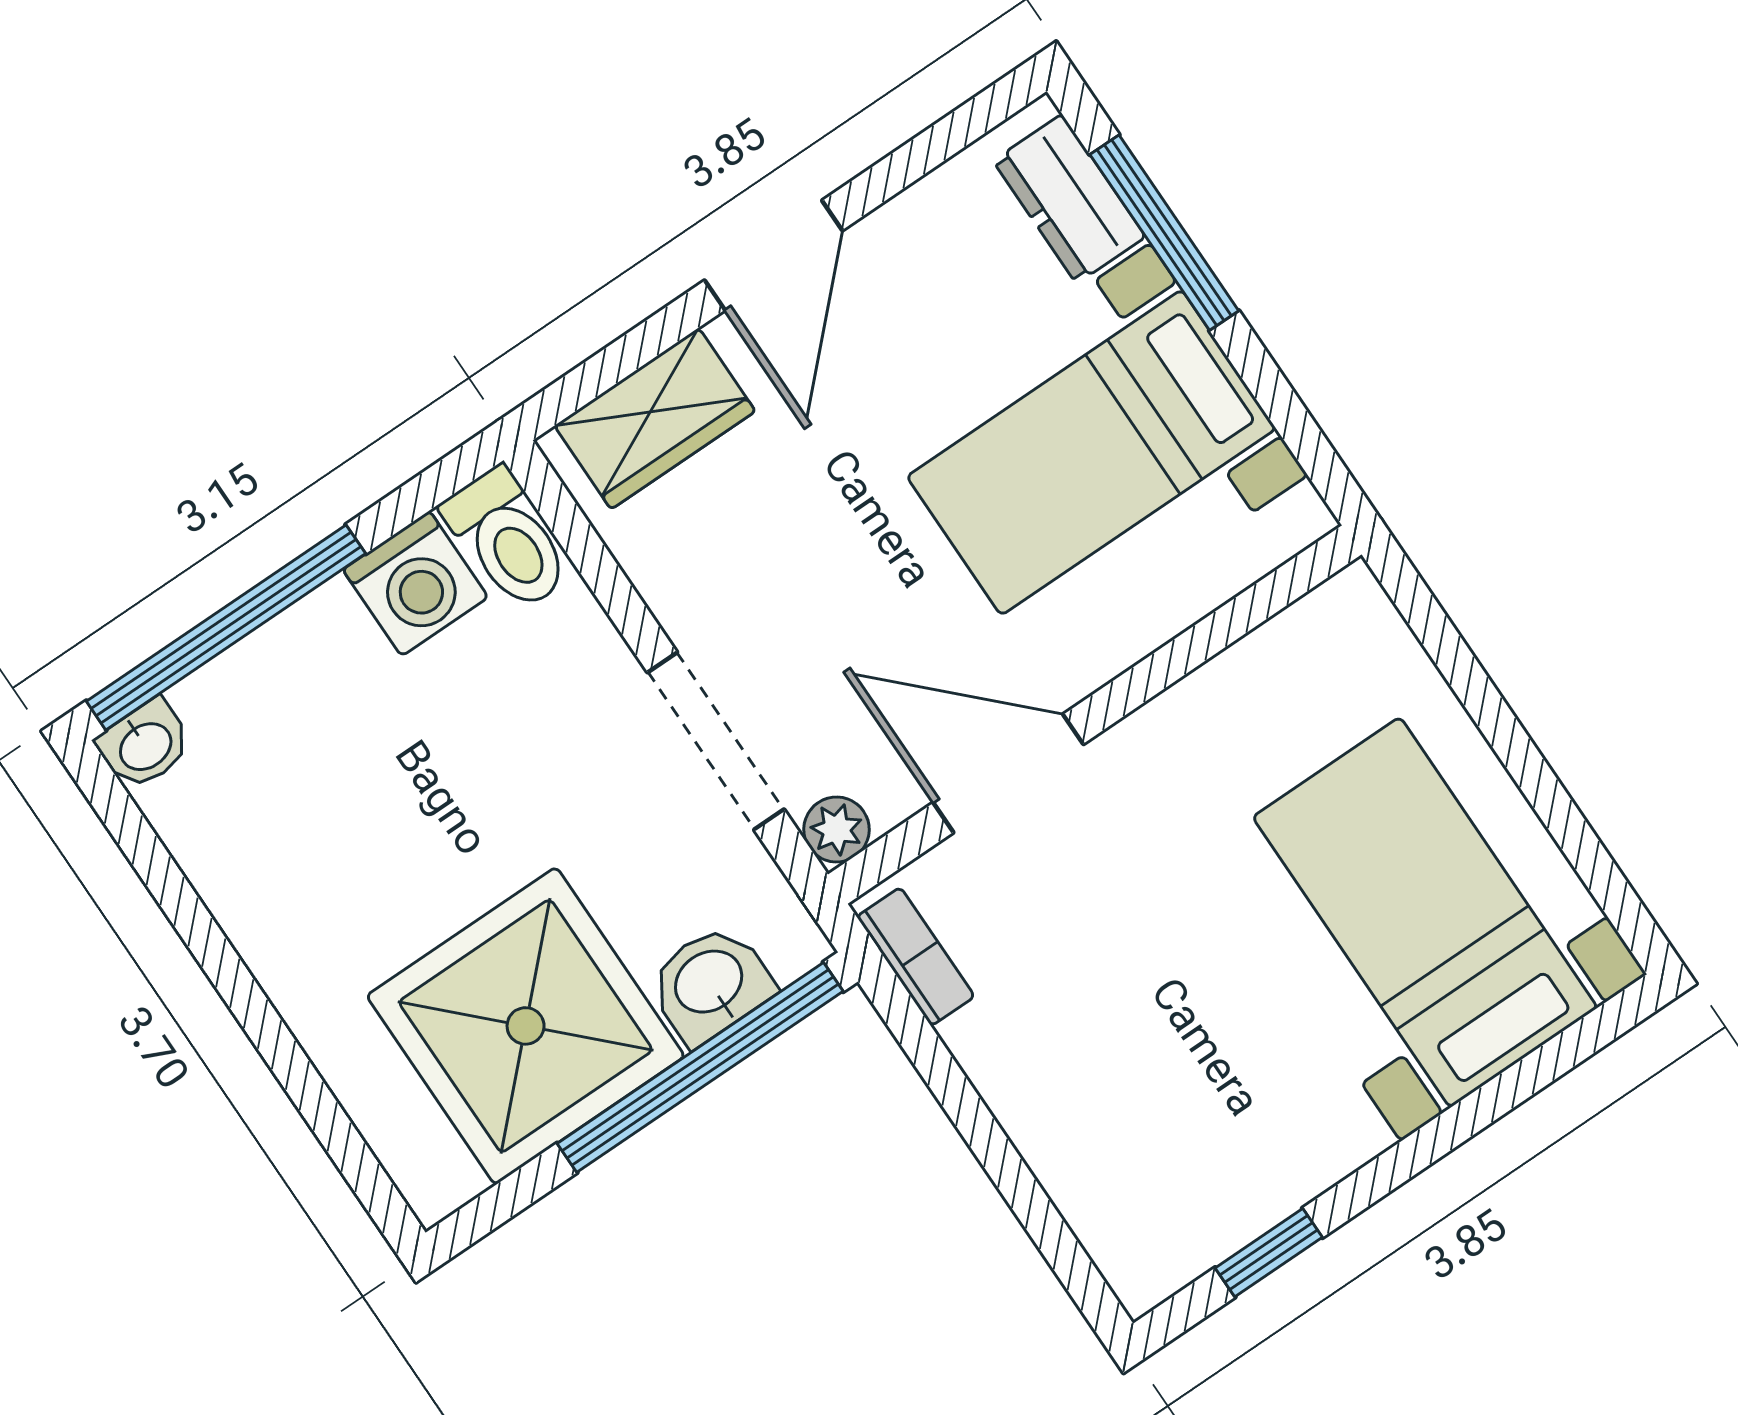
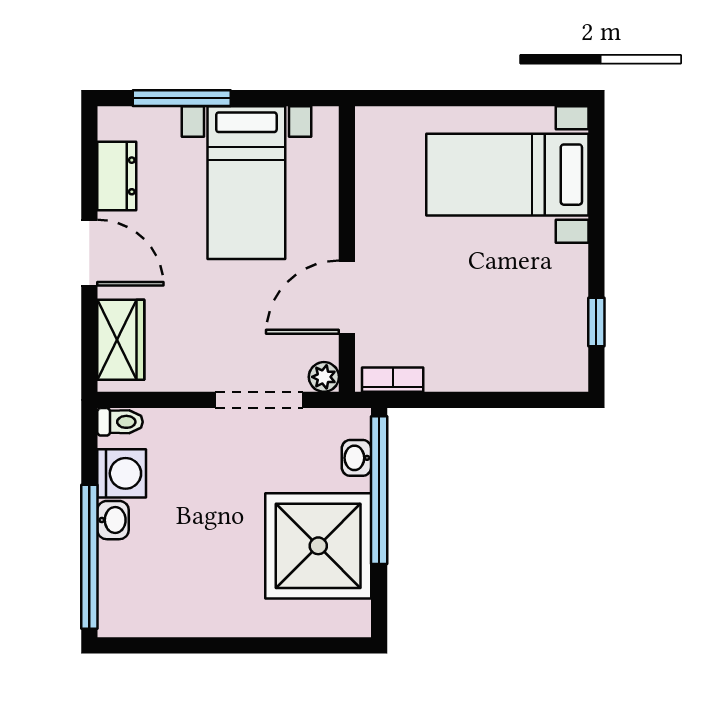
dresser: (1069, 199) -> (117, 176), moved, turned -90
toilet: (508, 539) -> (120, 422), width x0.73, depth x0.72
washbasin: (145, 745) -> (113, 520), moved
washbasin: (710, 984) -> (356, 458), width x0.72, depth x0.69

